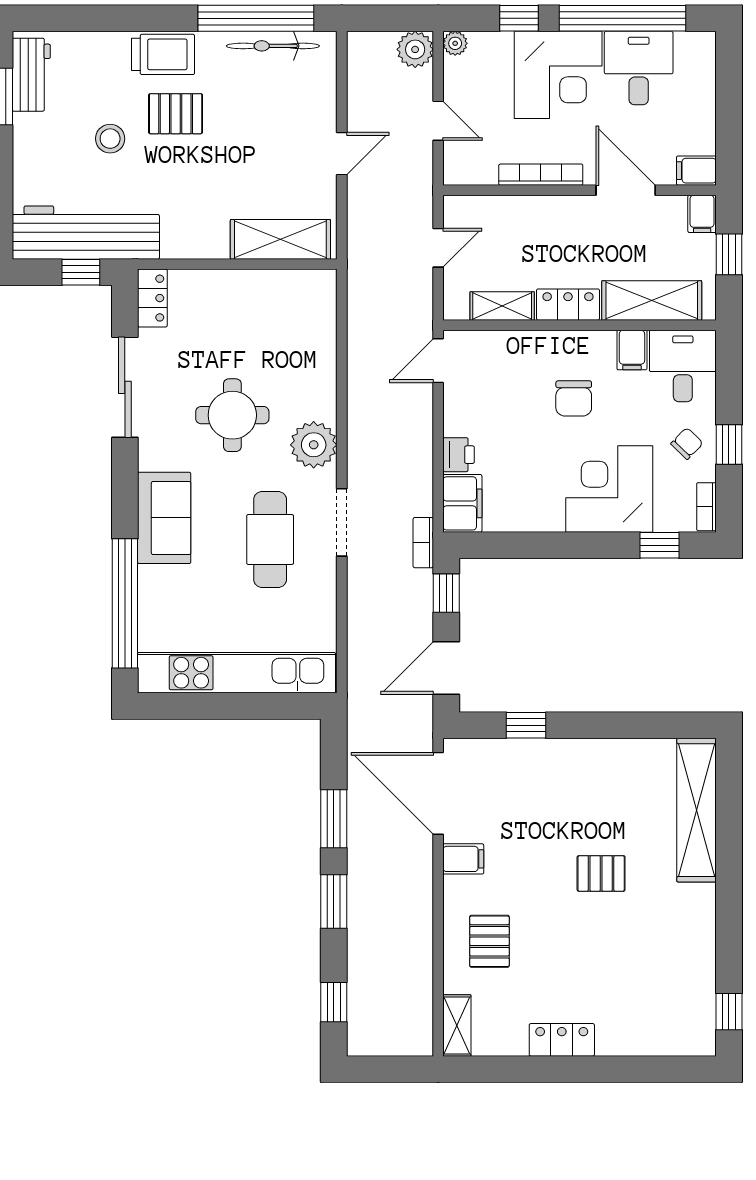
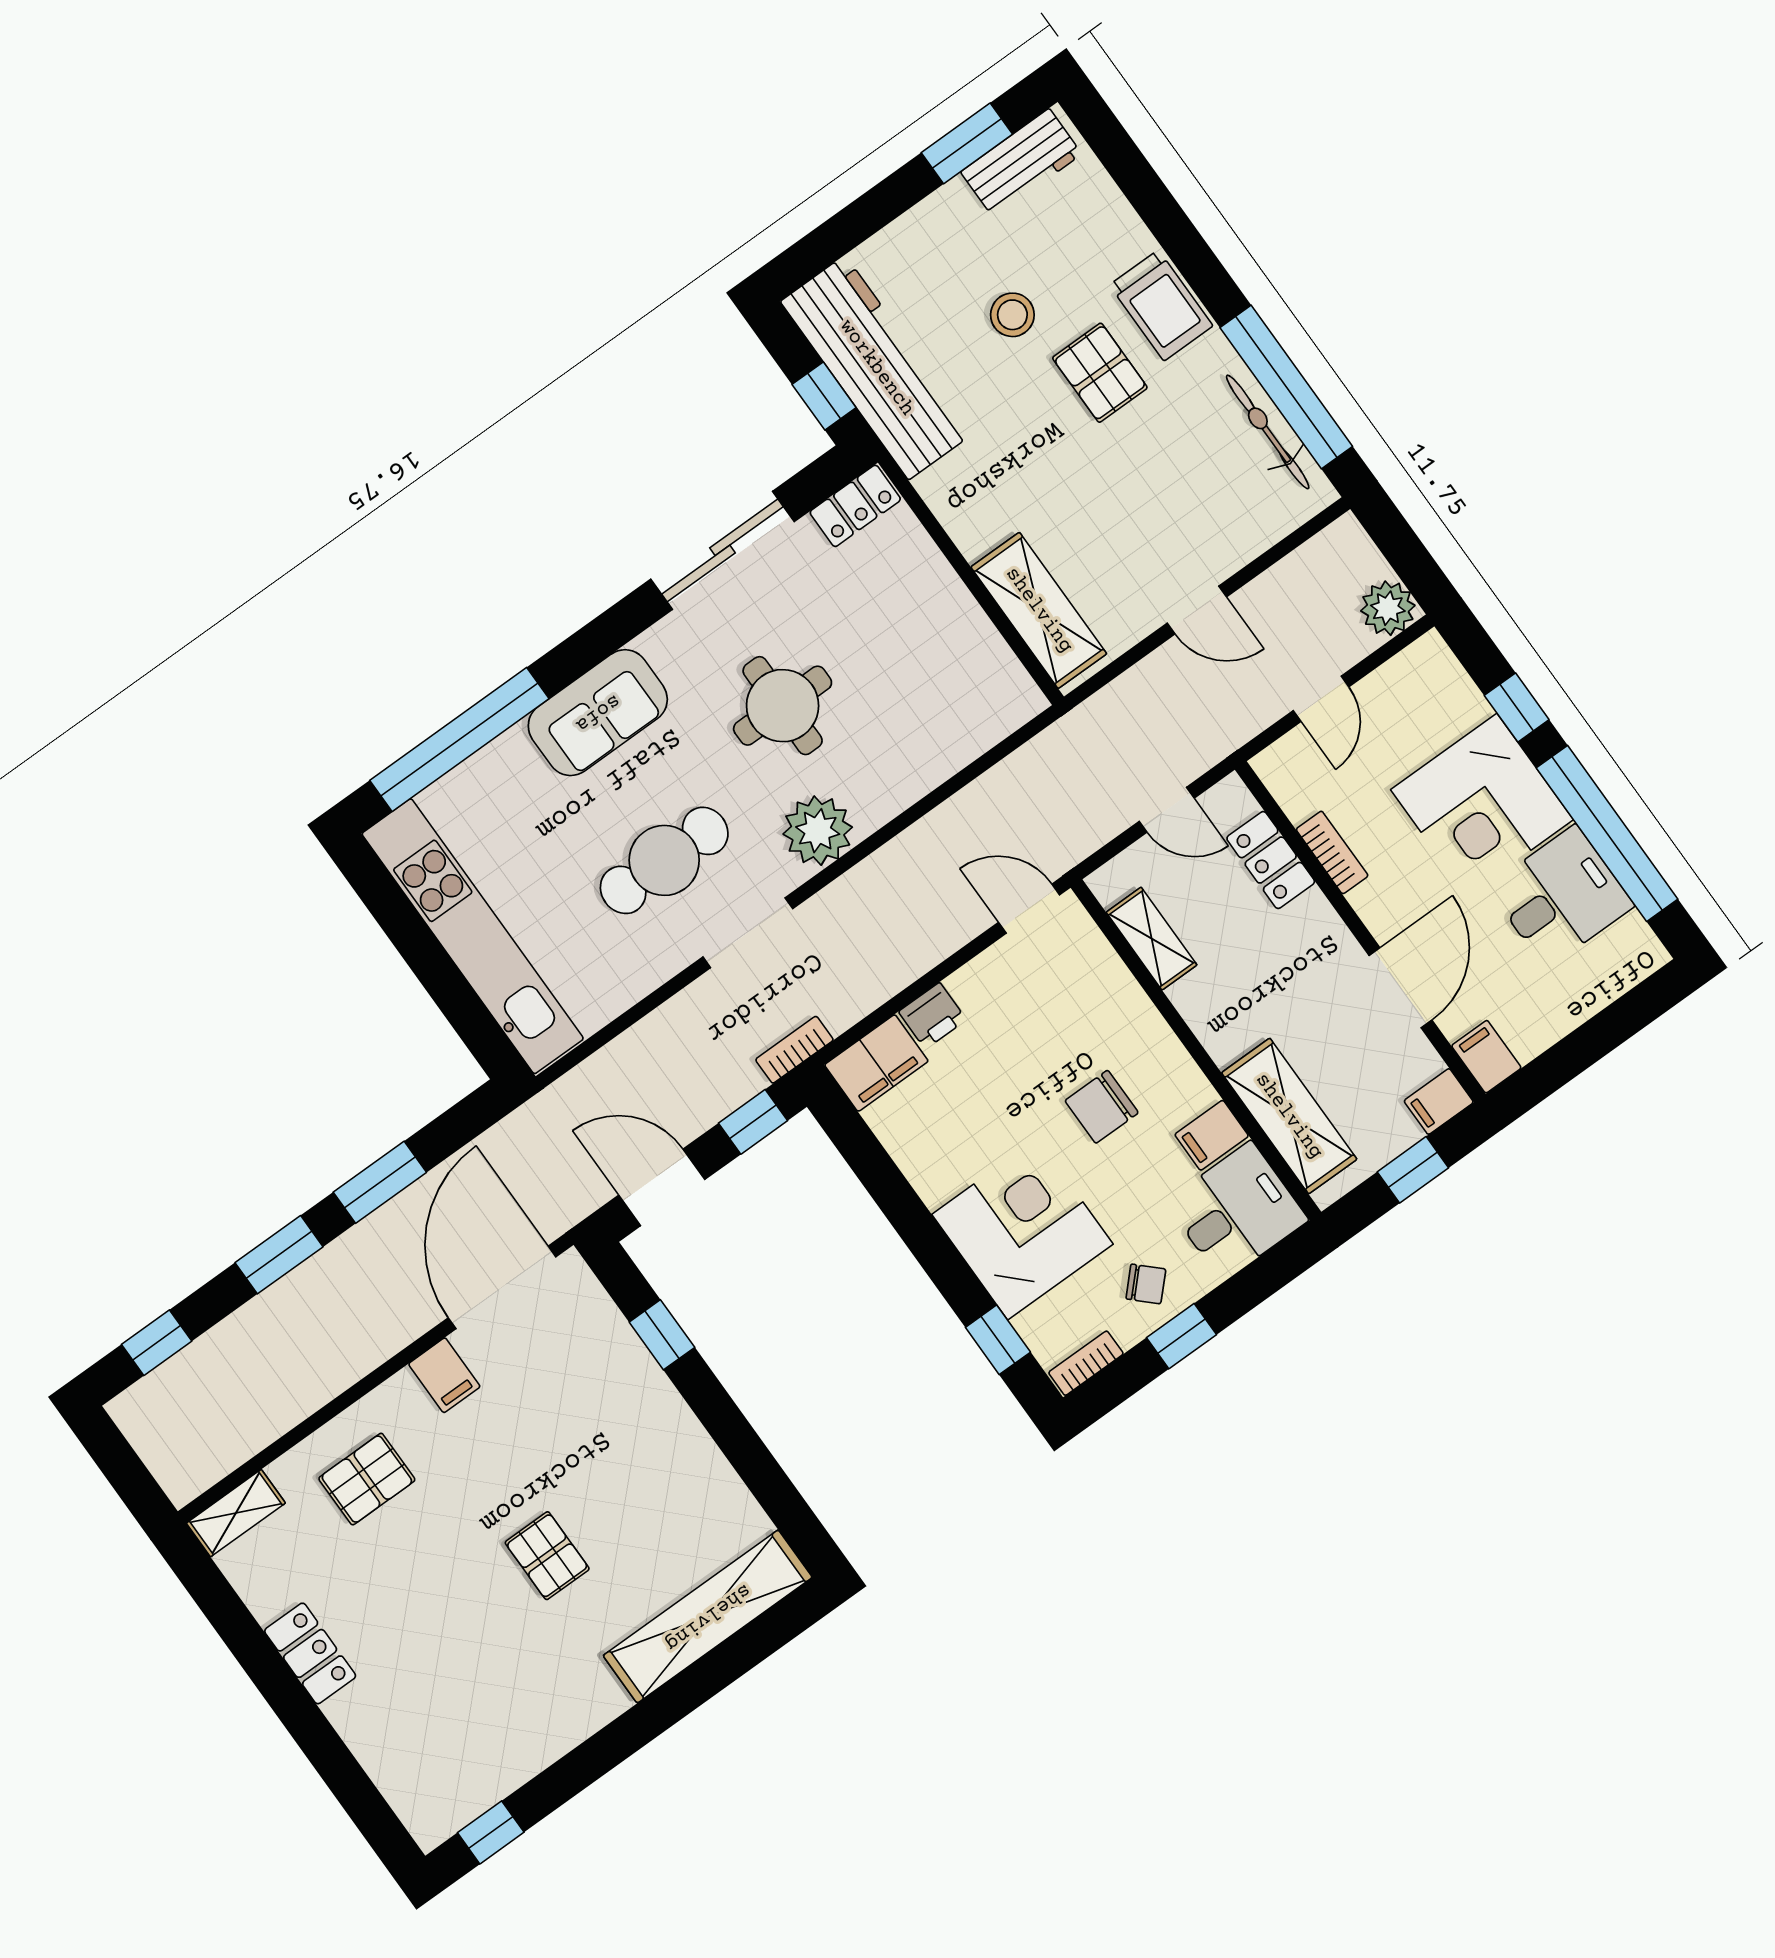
plant: (455, 43) -> (1430, 652), removed
bookcase: (541, 175) -> (1332, 852), width x0.64
locker: (568, 305) -> (1271, 860), moved, turned 180

